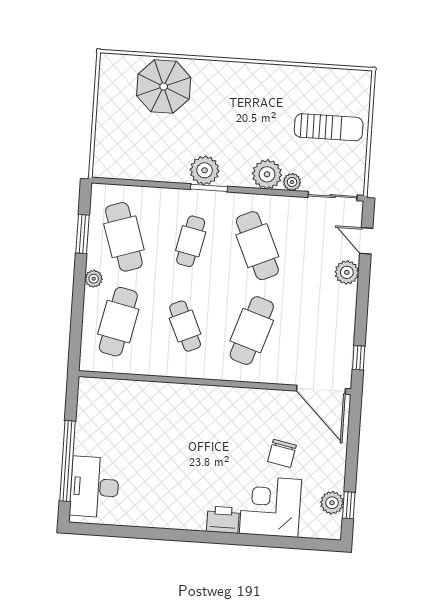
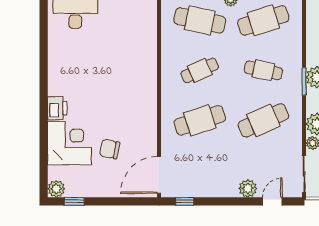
cafe table: (252, 331) -> (200, 120), turned -36
plant: (332, 503) -> (56, 189), moved

